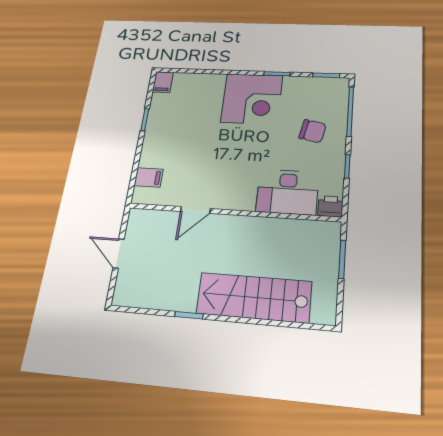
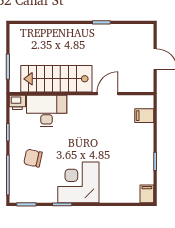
stairs: (254, 297) -> (56, 79), moved, turned 180

